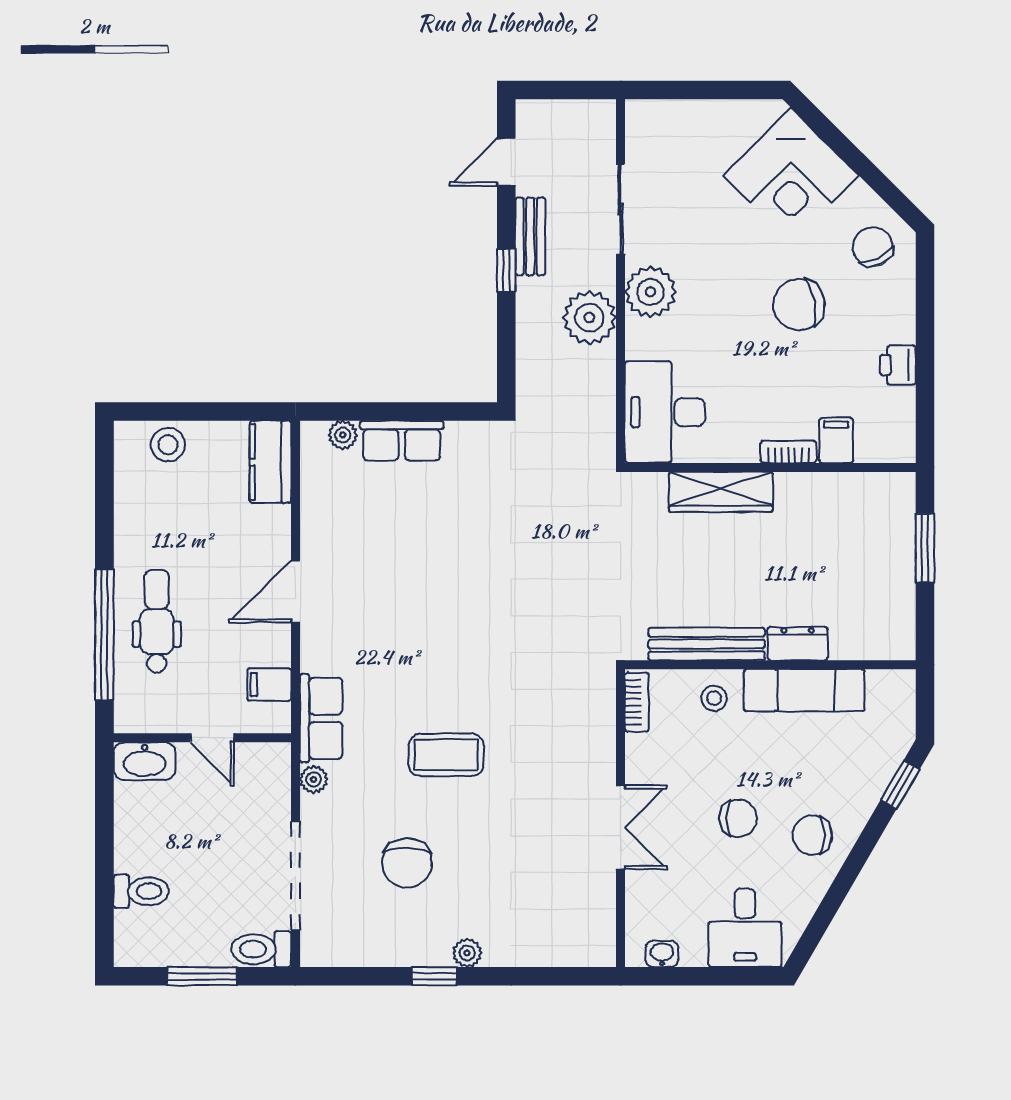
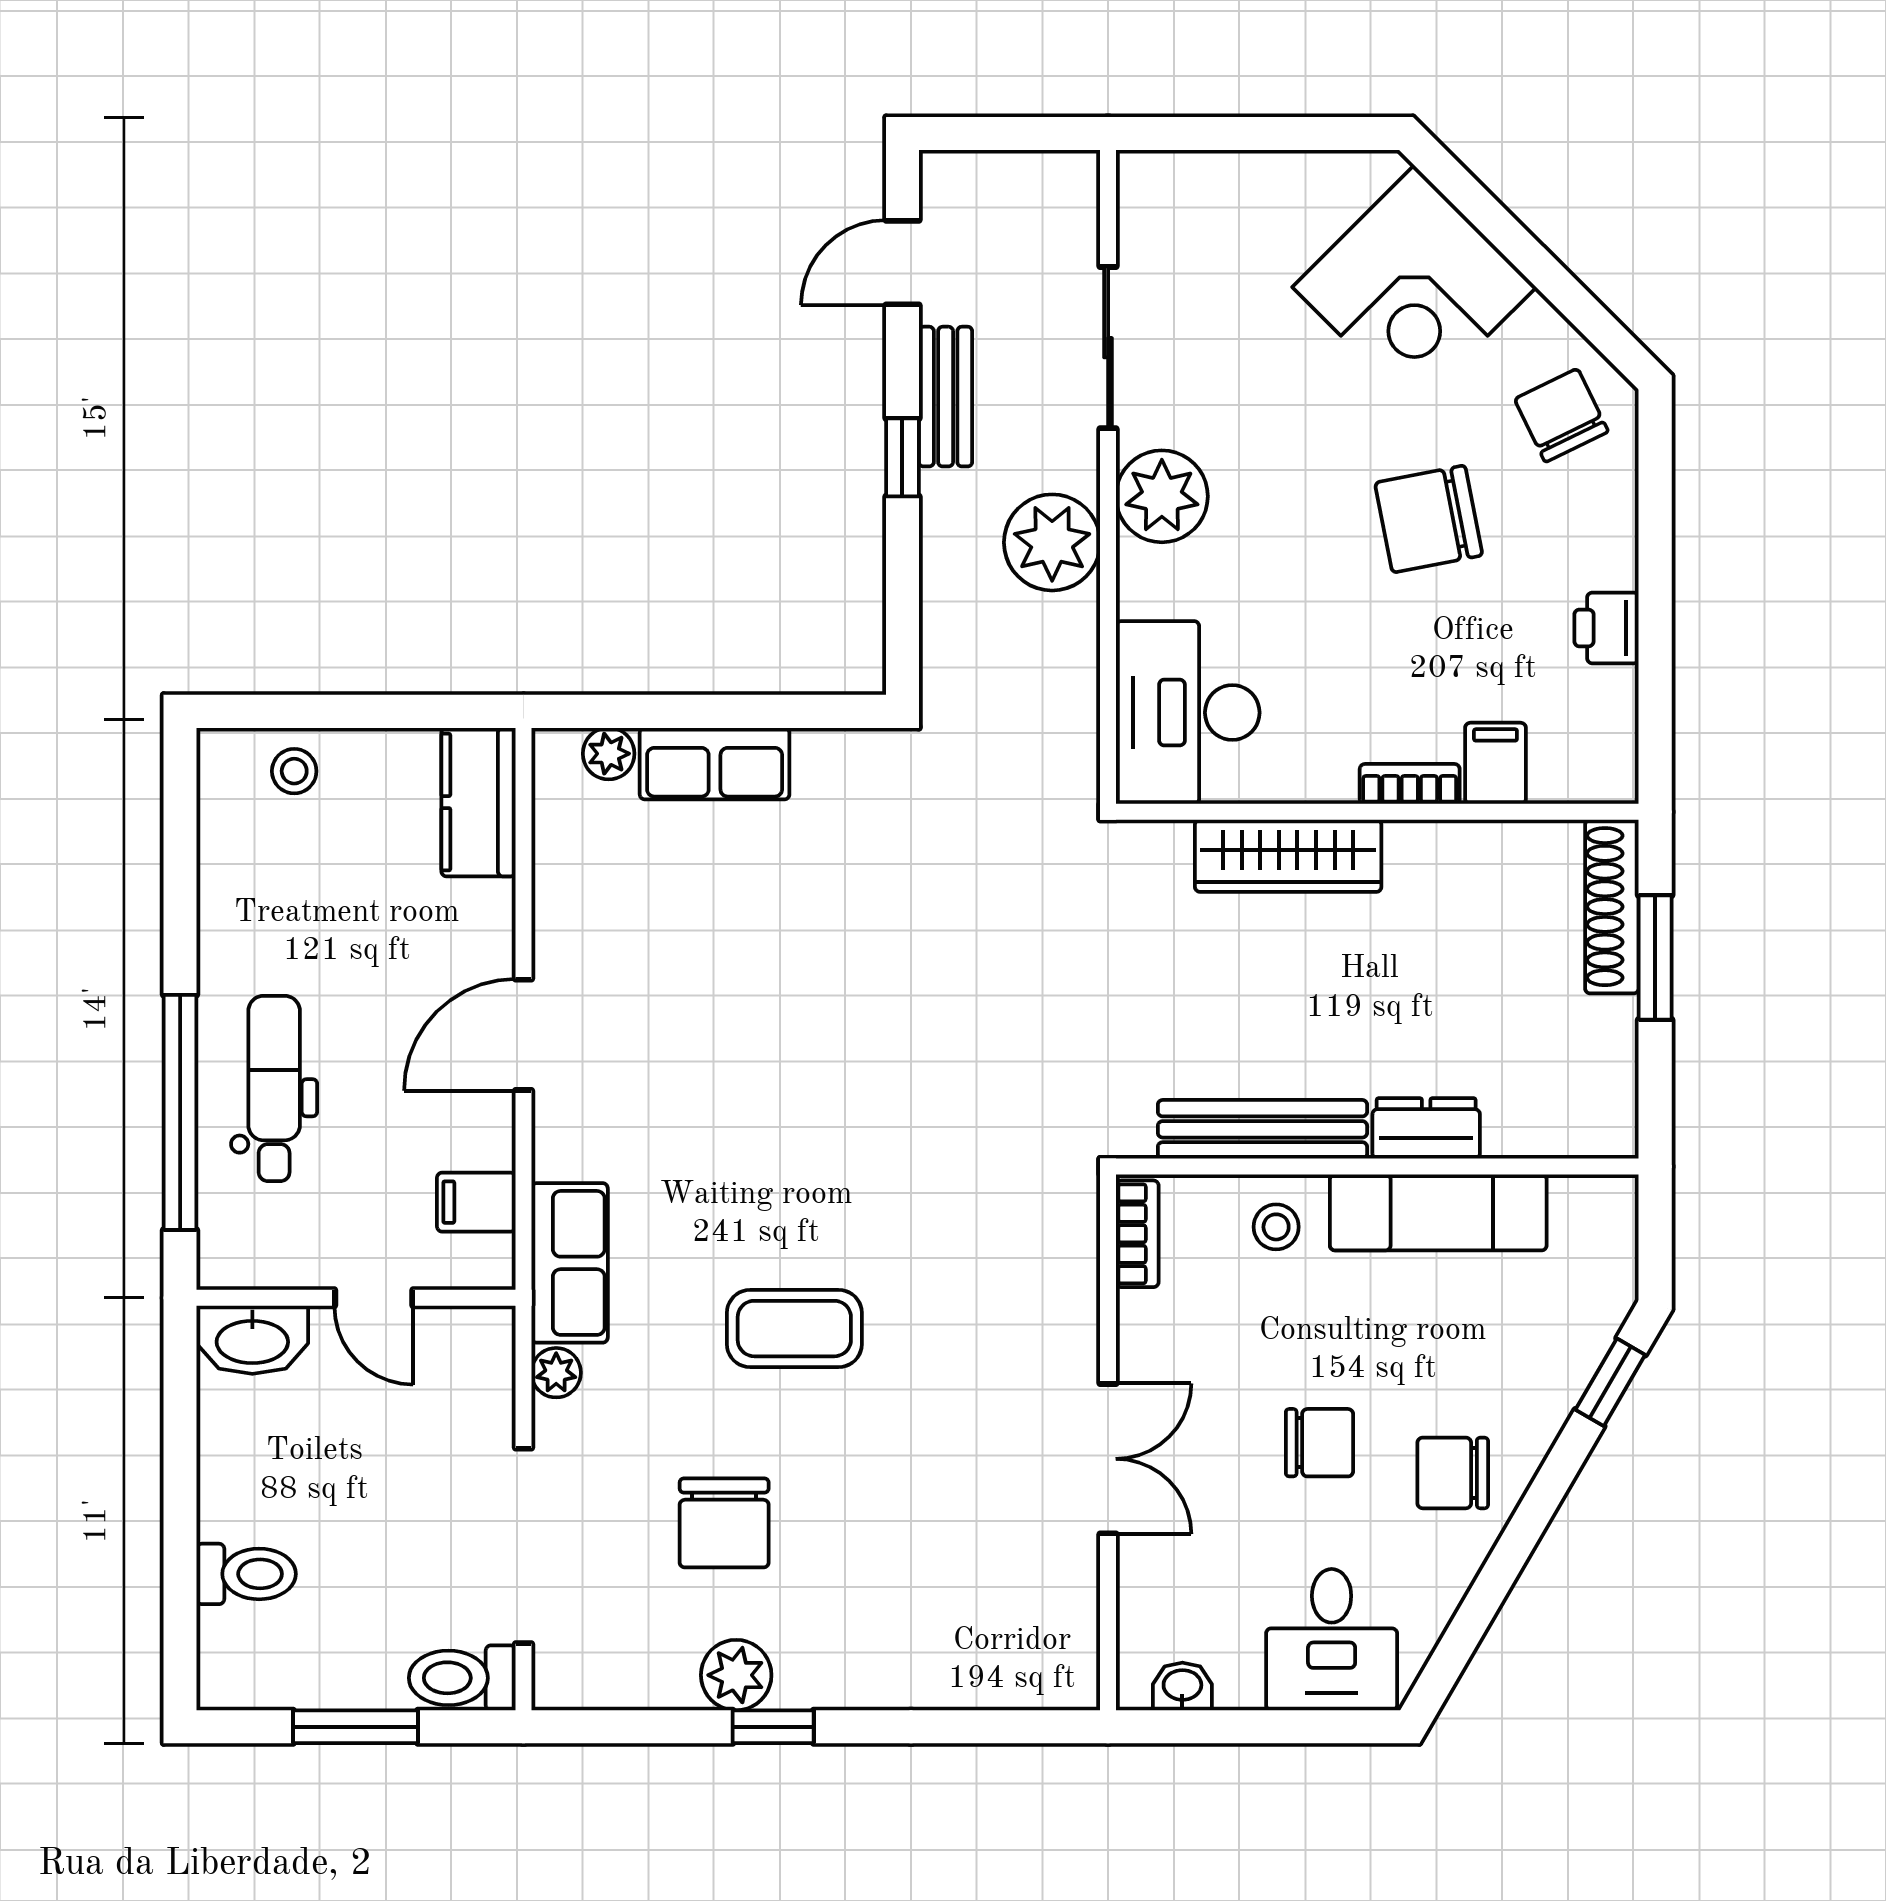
stool: (168, 445) -> (294, 771), width x0.73, depth x0.73
shoe rack: (901, 520) -> (1612, 907), added
plant: (467, 953) -> (736, 1675), moved, width x1.38, depth x1.38

